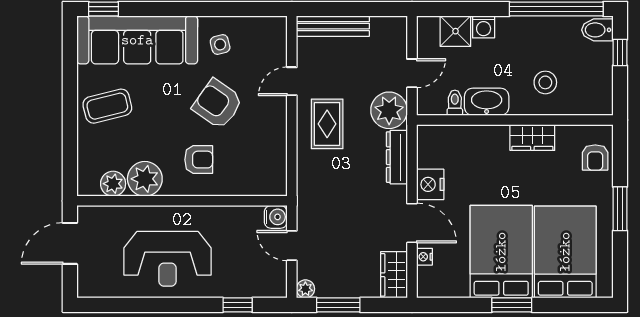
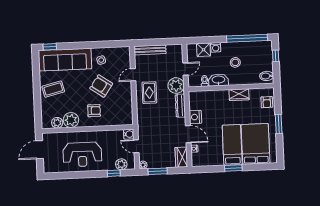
bidet: (597, 30) -> (267, 76), moved
stool: (545, 82) -> (235, 62), moved
bed: (501, 252) -> (232, 145), width x0.67
plant: (256, 285) -> (121, 164), added

